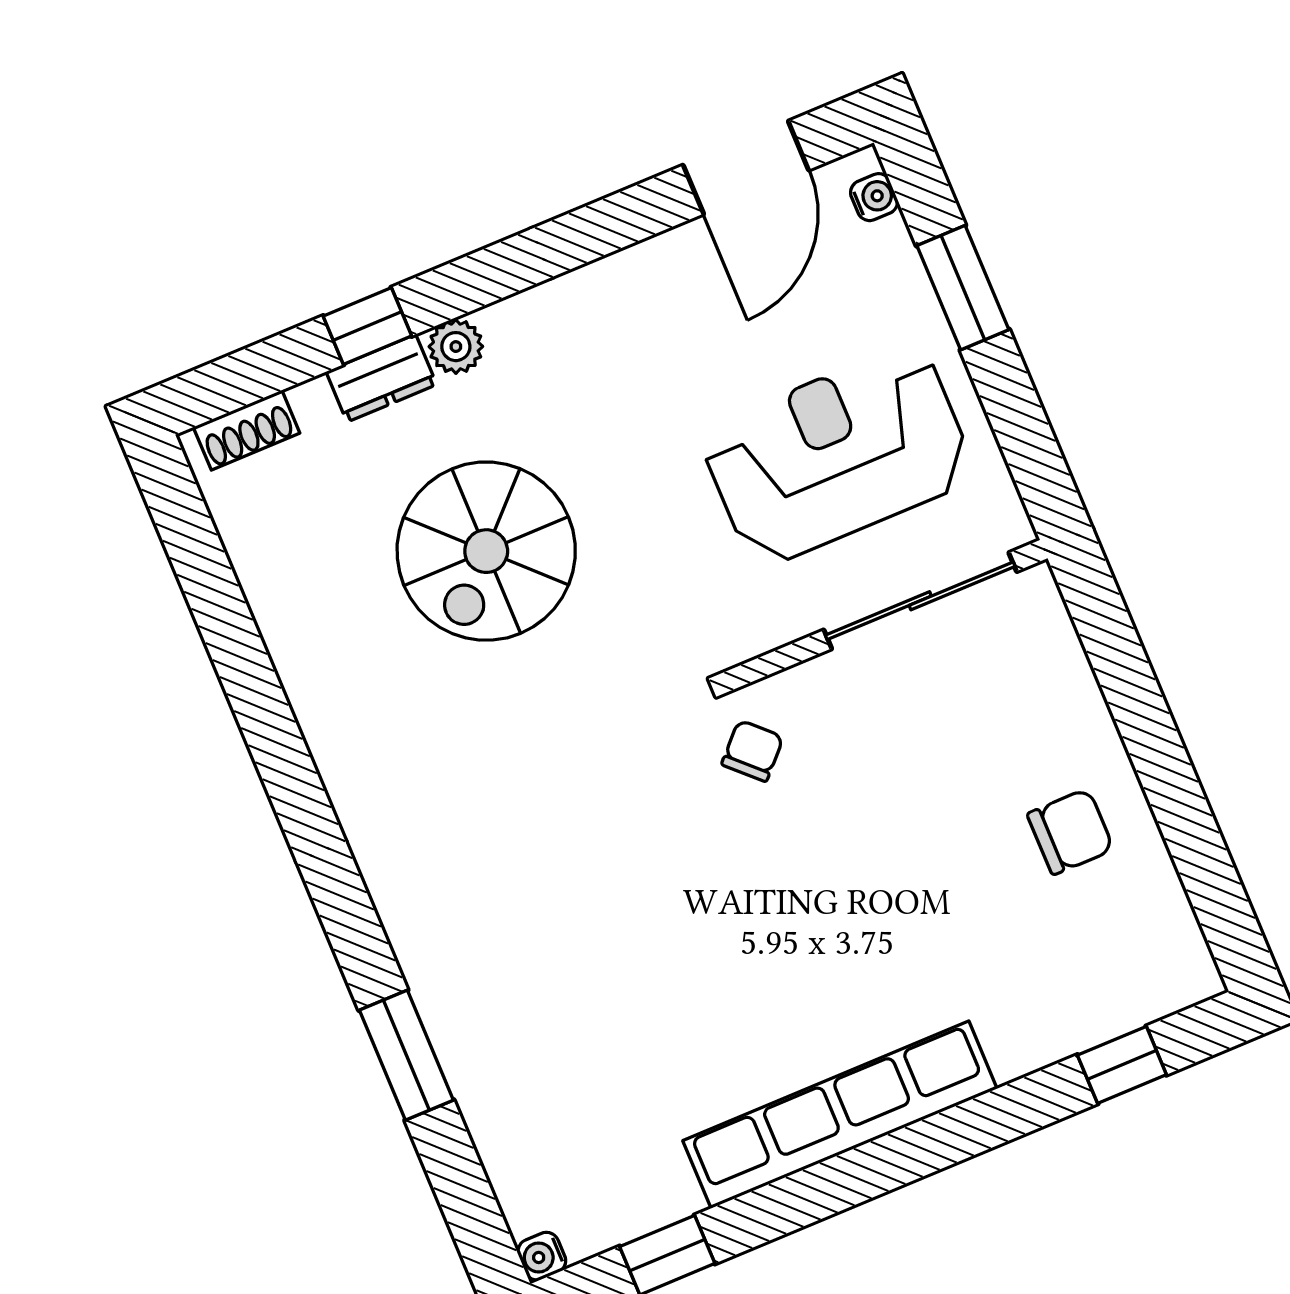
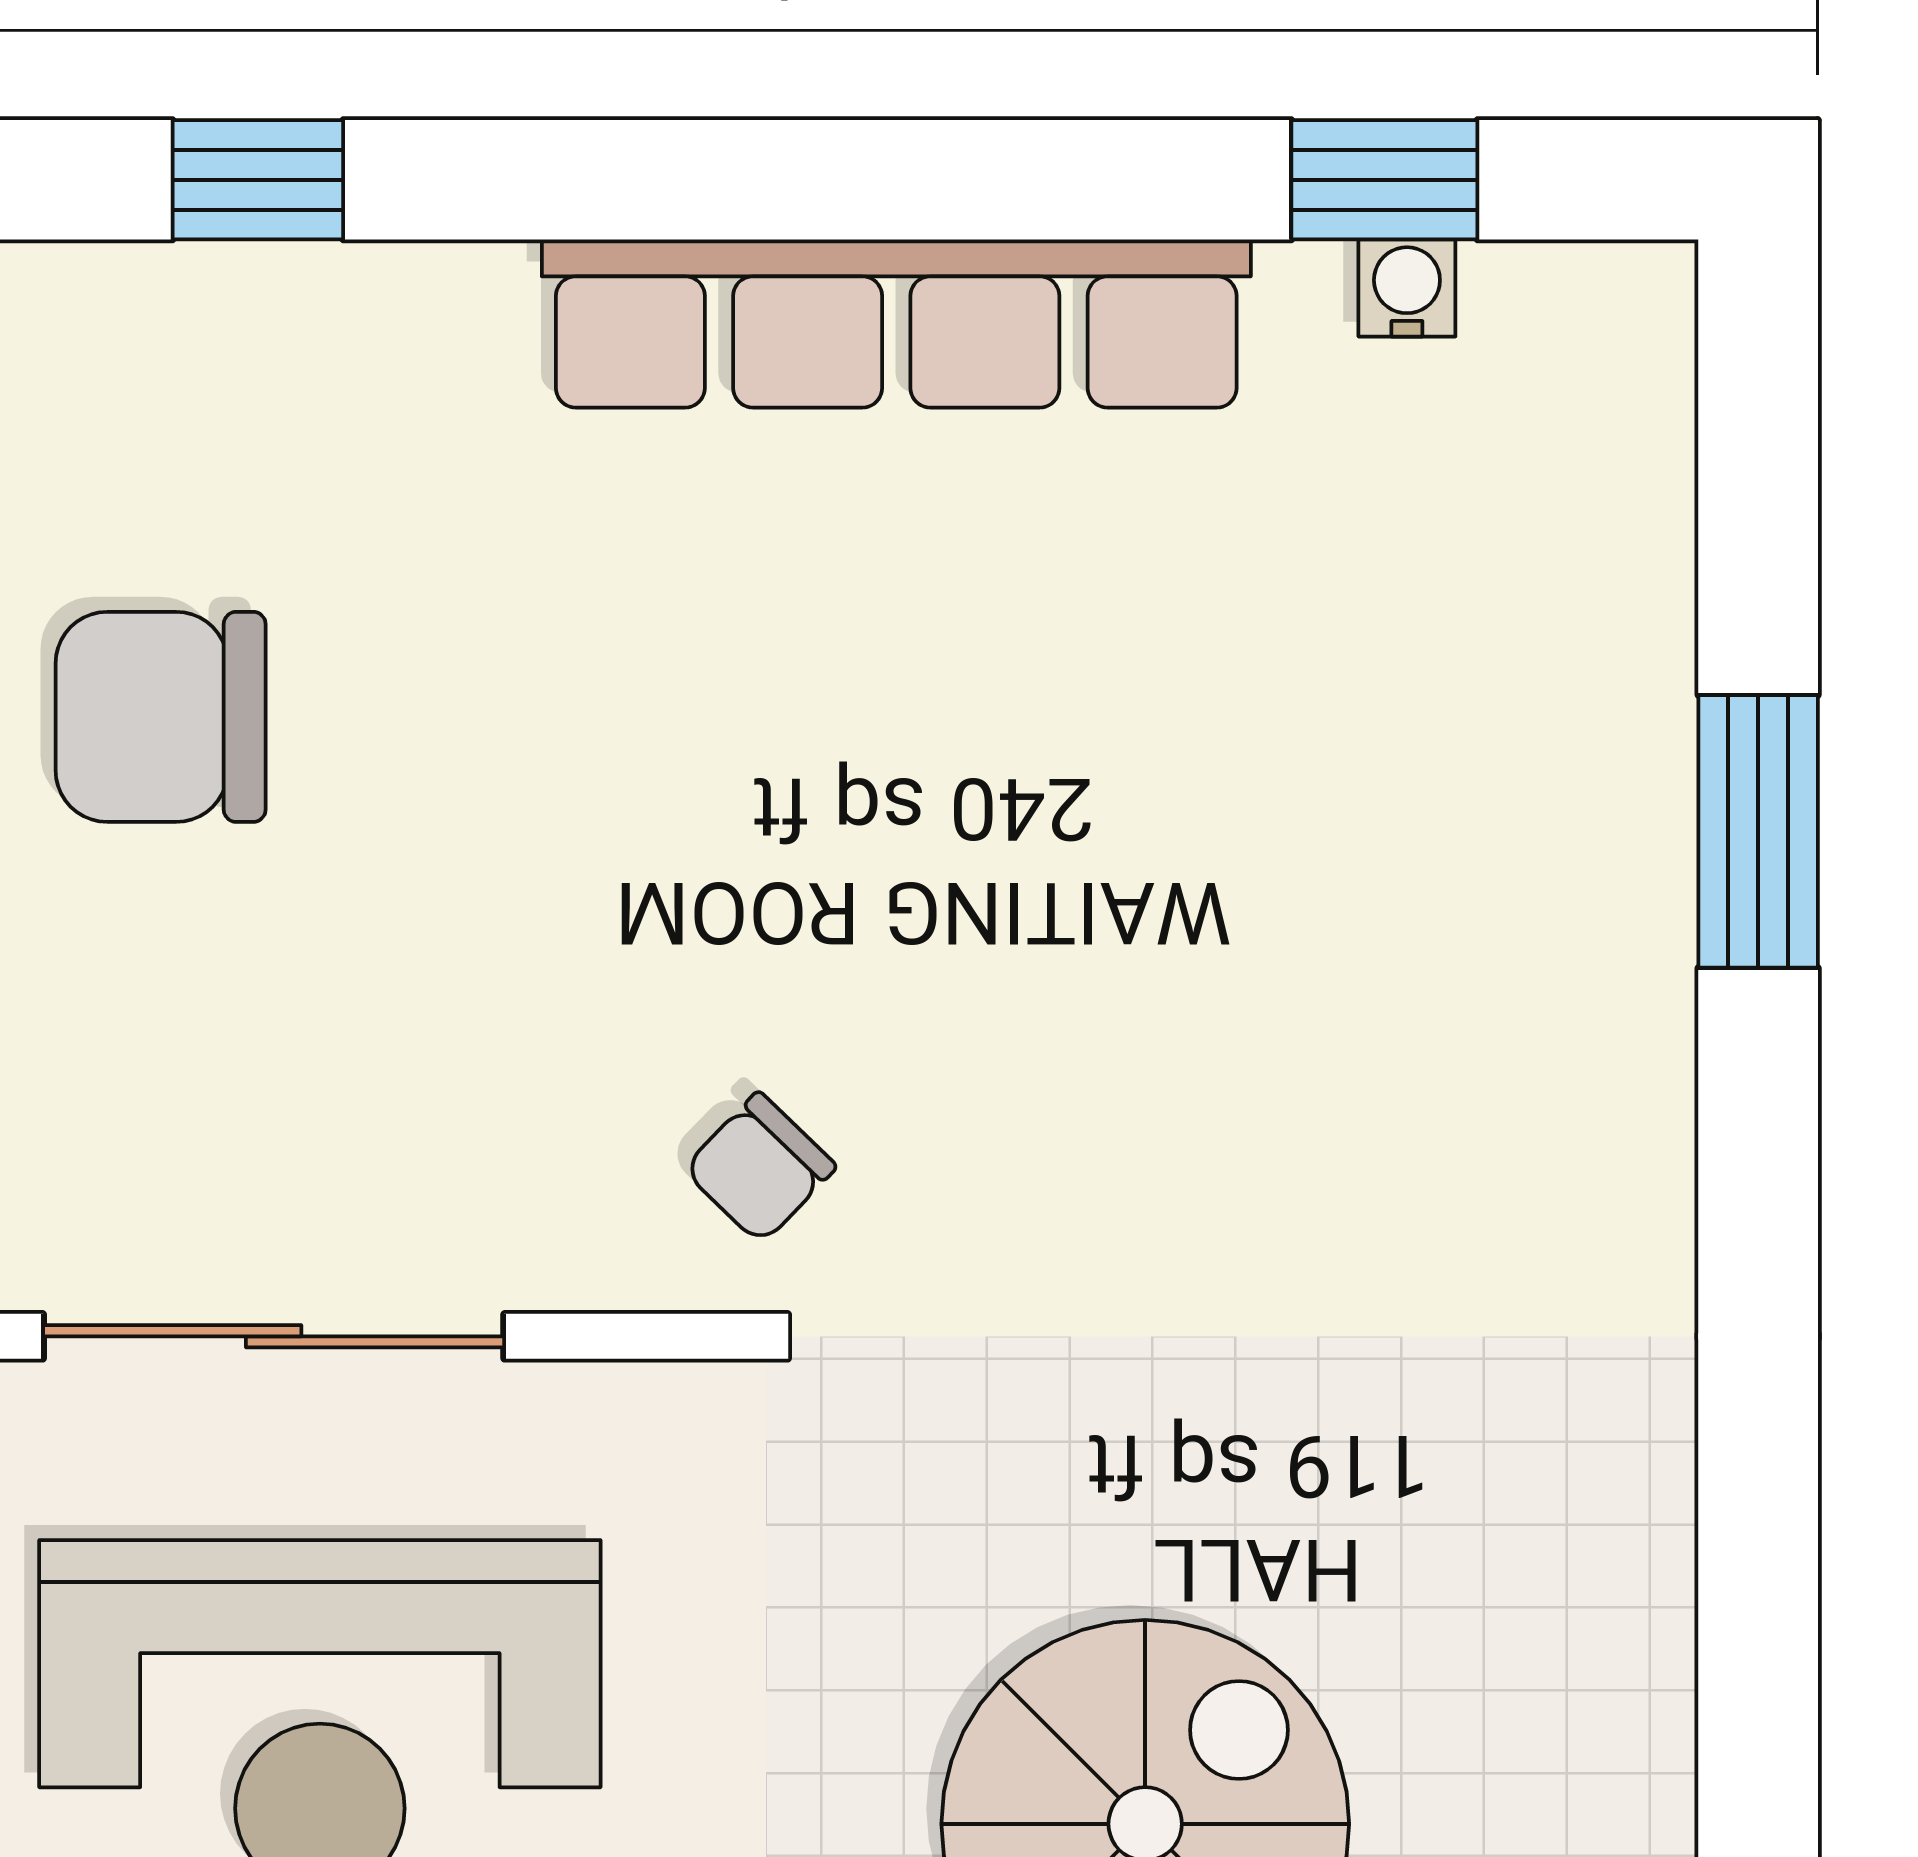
chair: (1070, 832) -> (161, 717), width x1.37, depth x1.37
water cooler: (542, 1256) -> (1407, 288), moved, turned -90

